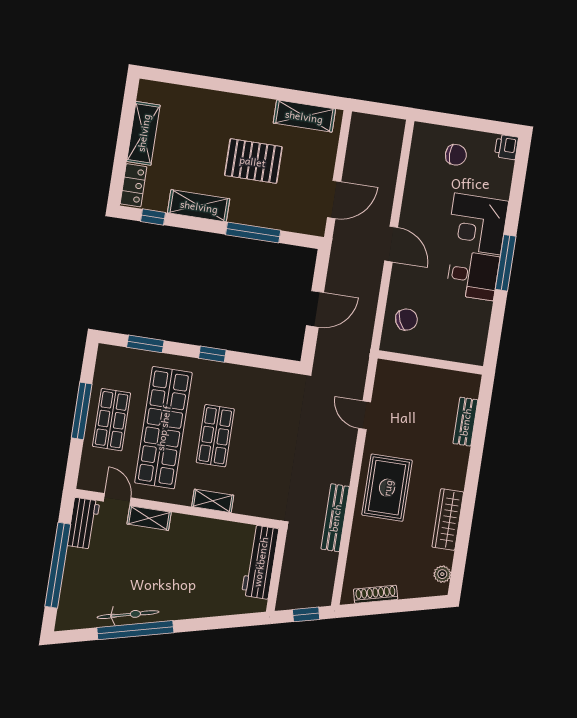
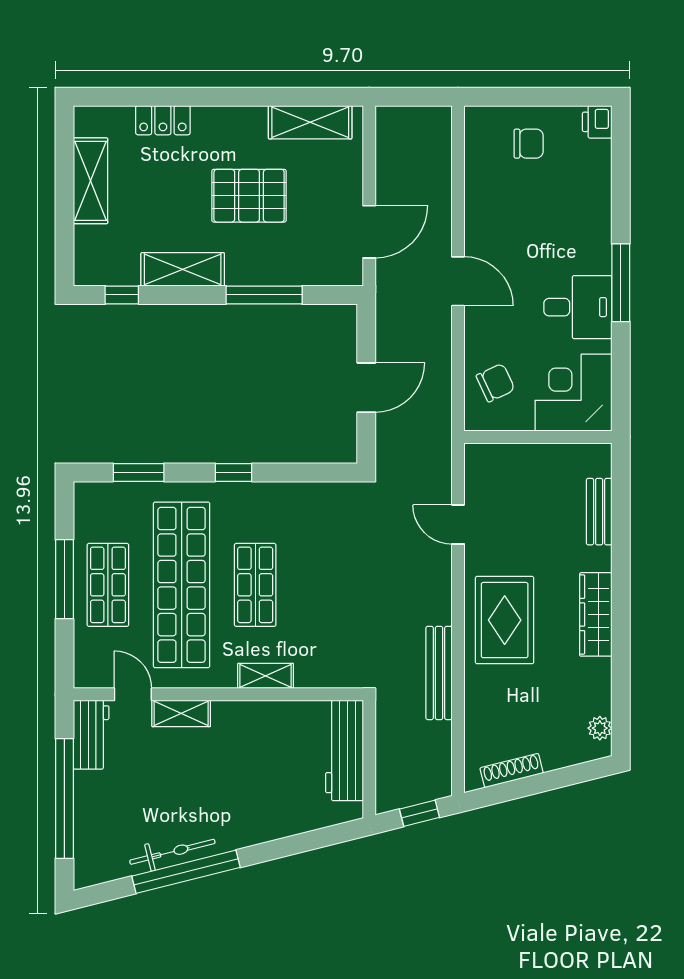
locker: (134, 185) -> (163, 120), moved, turned 90
corner desk: (477, 224) -> (573, 393), moved, turned 90
wardrobe: (448, 519) -> (596, 614), moved

